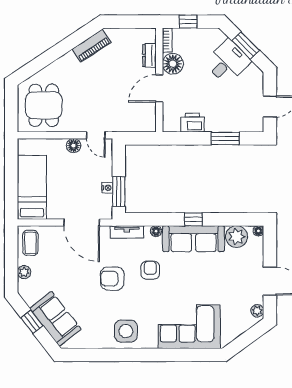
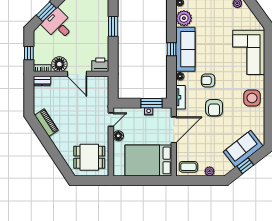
dresser: (149, 55) -> (42, 81), moved
printer: (192, 123) -> (100, 65), moved, turned 90
bed: (32, 187) -> (148, 160), width x1.50

